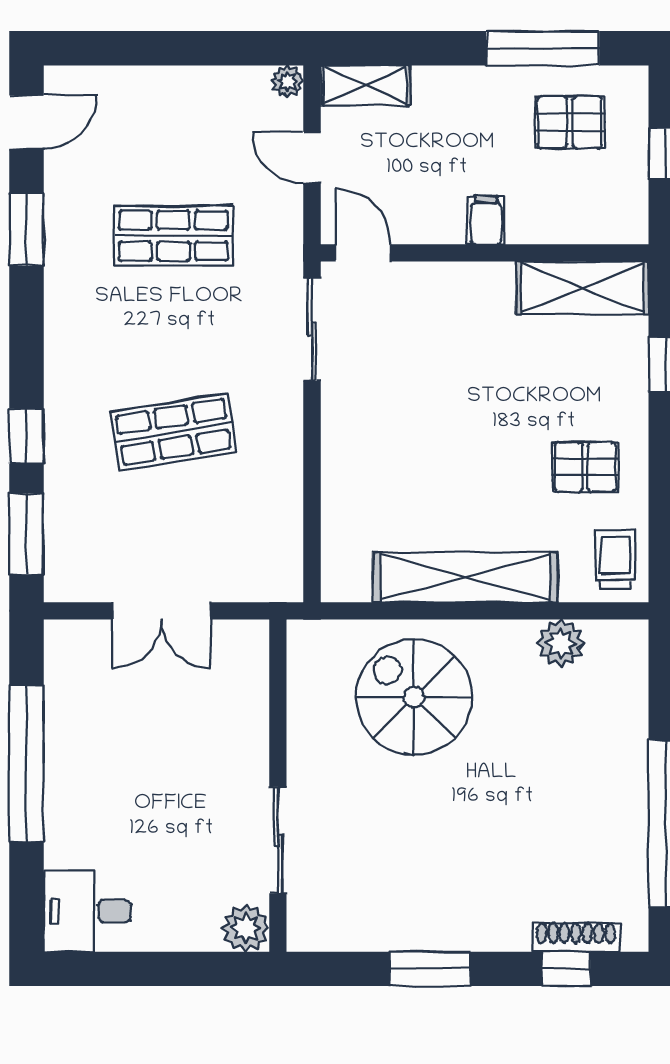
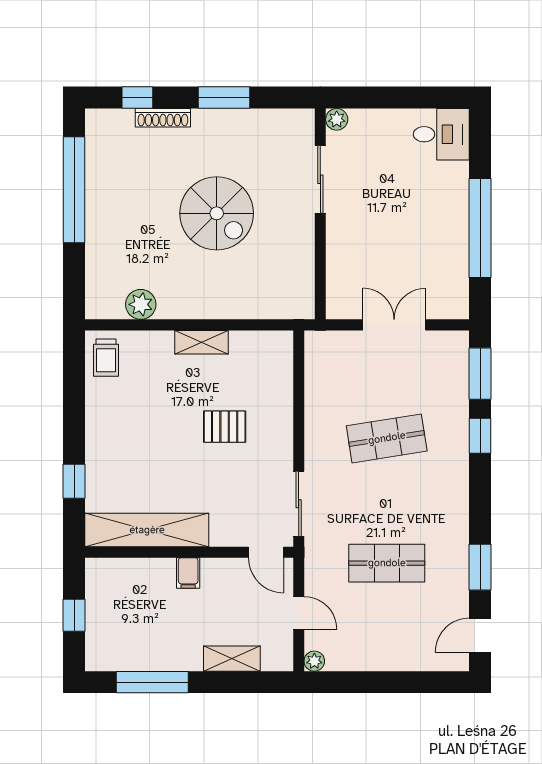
shelving: (365, 85) -> (232, 659), moved
pallet: (570, 122) -> (135, 635), removed
shelving: (582, 288) -> (147, 530), width x1.47
pallet: (585, 467) -> (225, 427), moved
shelving: (465, 577) -> (201, 342), width x0.45, depth x0.75
spiral stairs: (414, 697) -> (217, 213), moved
plant: (246, 928) -> (337, 119), width x0.73, depth x0.73
shoe rack: (576, 937) -> (163, 118), moved

